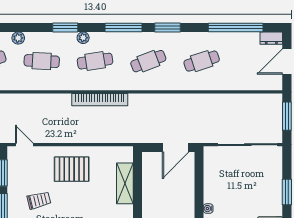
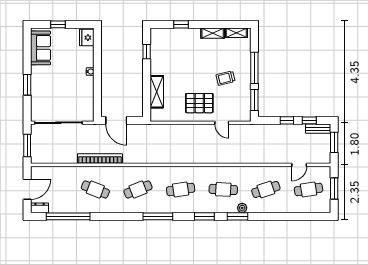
window: (167, 27) -> (237, 216), moved
plant: (83, 38) -> (190, 208), removed
cafe table: (202, 61) -> (95, 189), turned 39
bookcase: (100, 100) -> (100, 159), moved
door: (24, 145) -> (222, 123), moved
door: (176, 147) -> (116, 120), swing flipped

